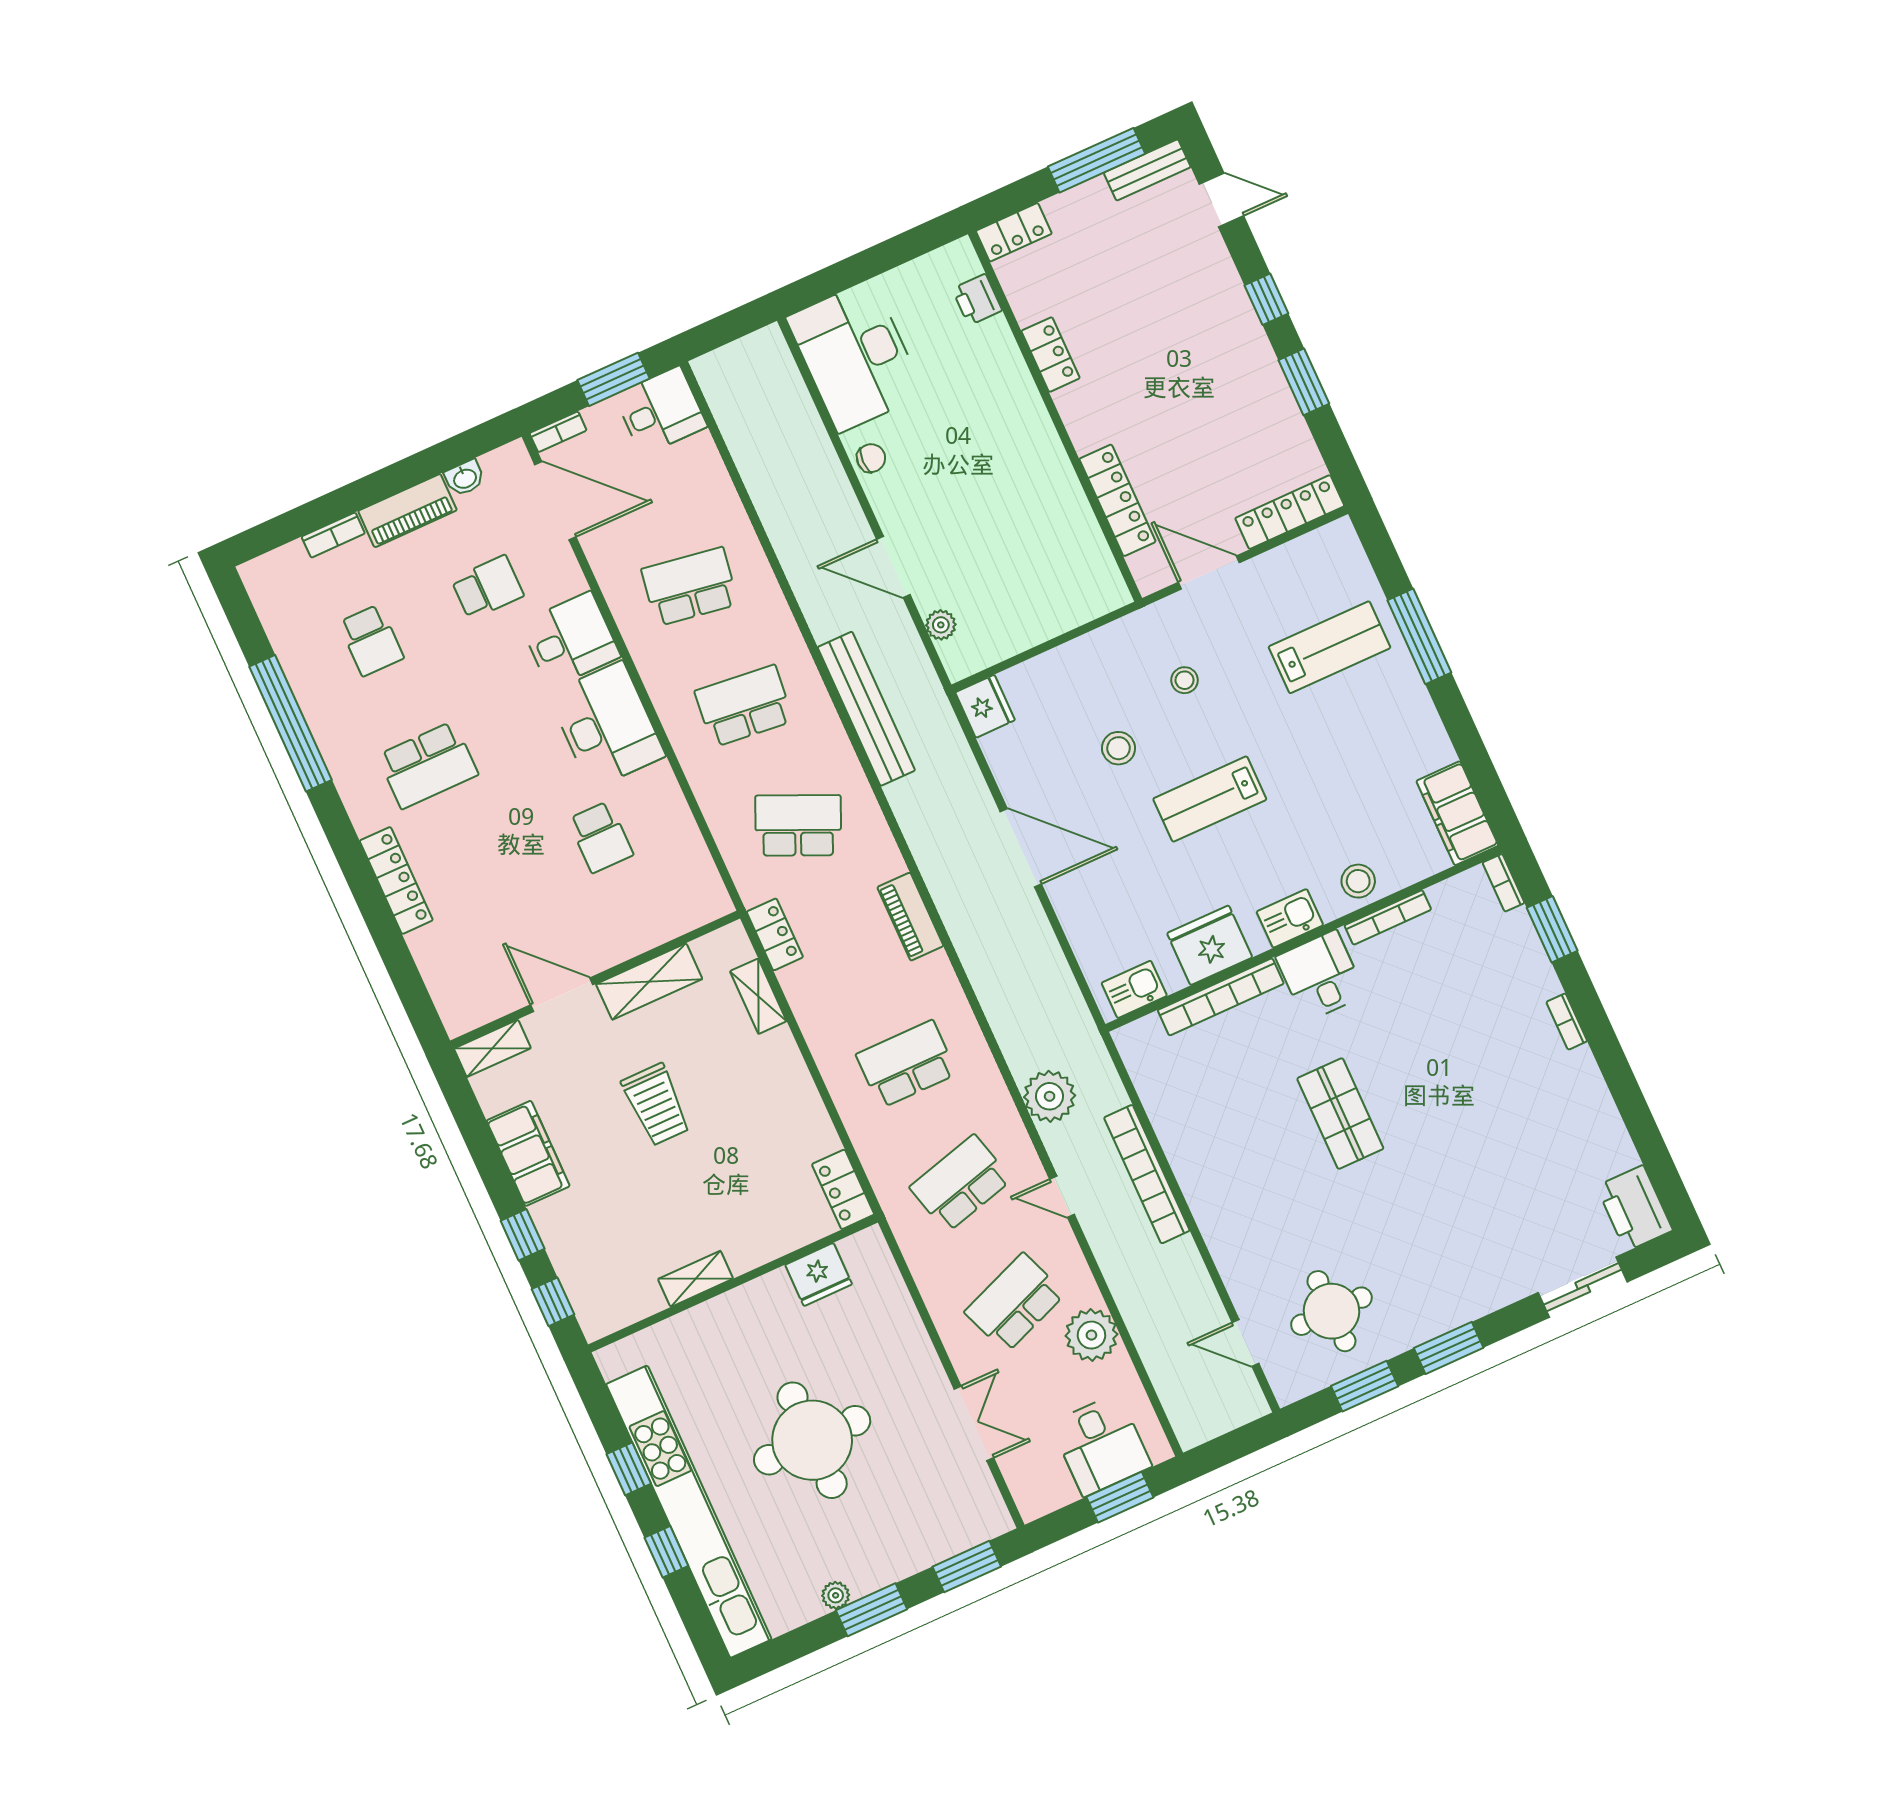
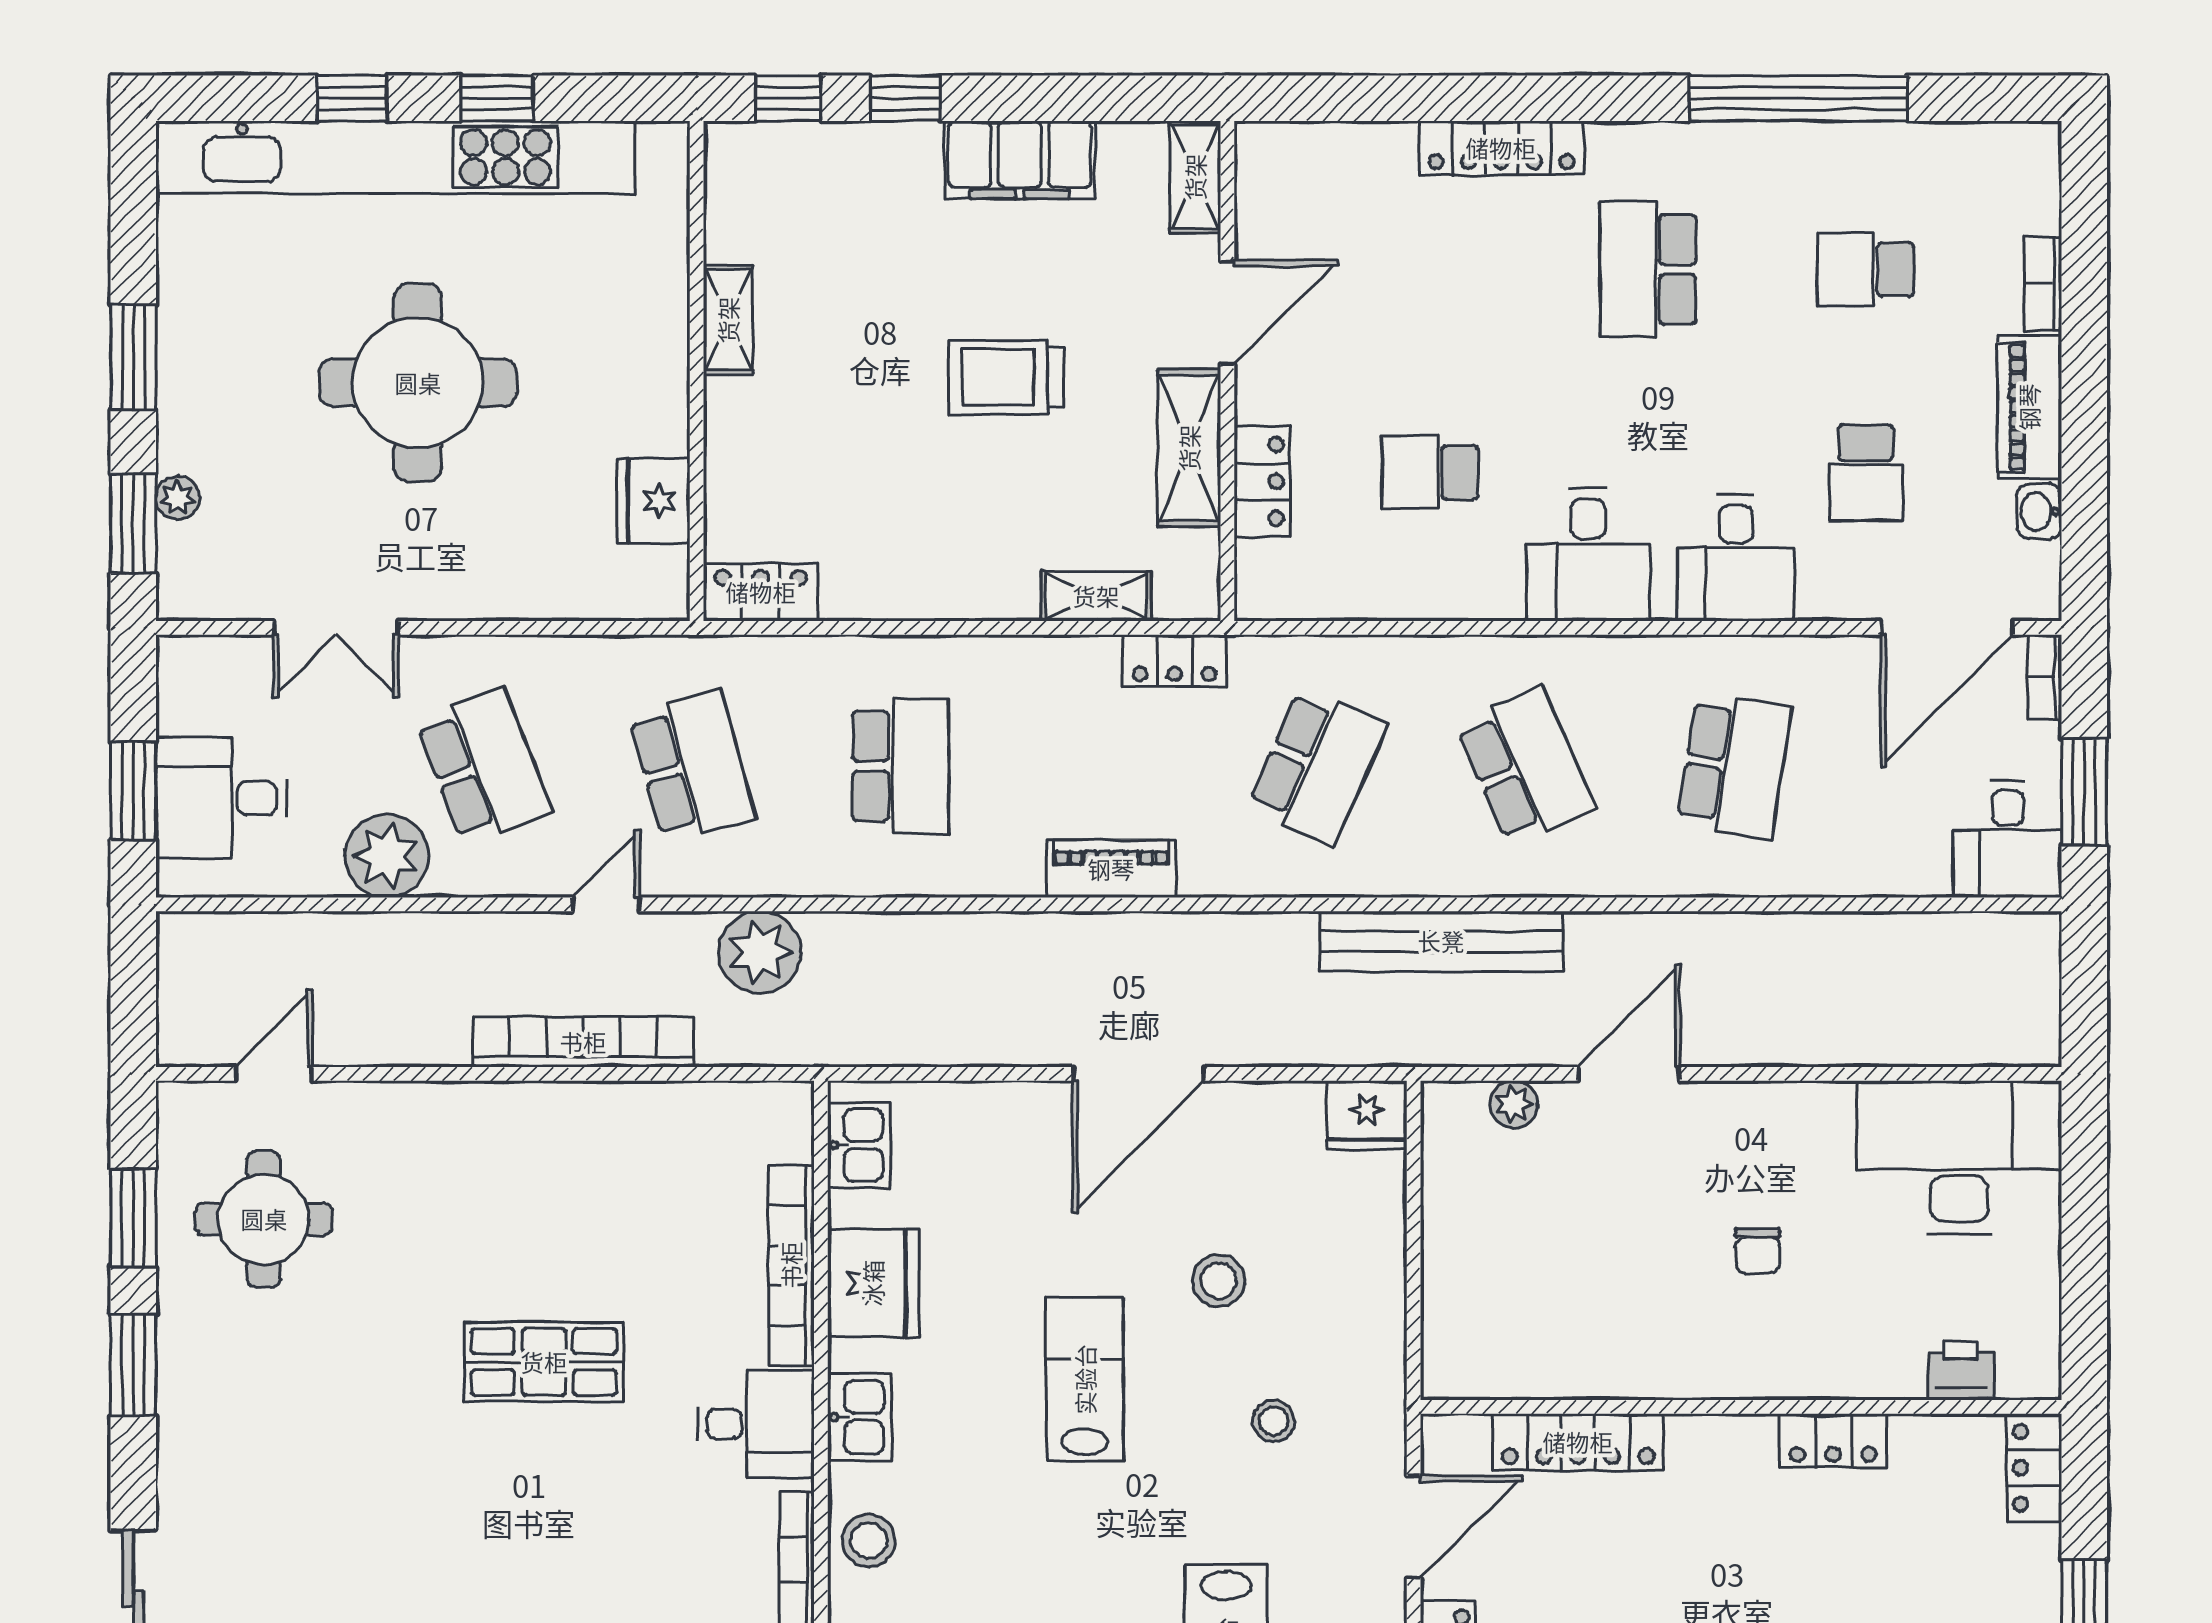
chair: (871, 458) -> (1758, 1251), moved
school desk: (744, 706) -> (1526, 766), turned -30
desk: (607, 725) -> (1588, 555), width x0.73
locker: (649, 931) -> (1262, 481), added
plant: (836, 1595) -> (178, 498), moved

